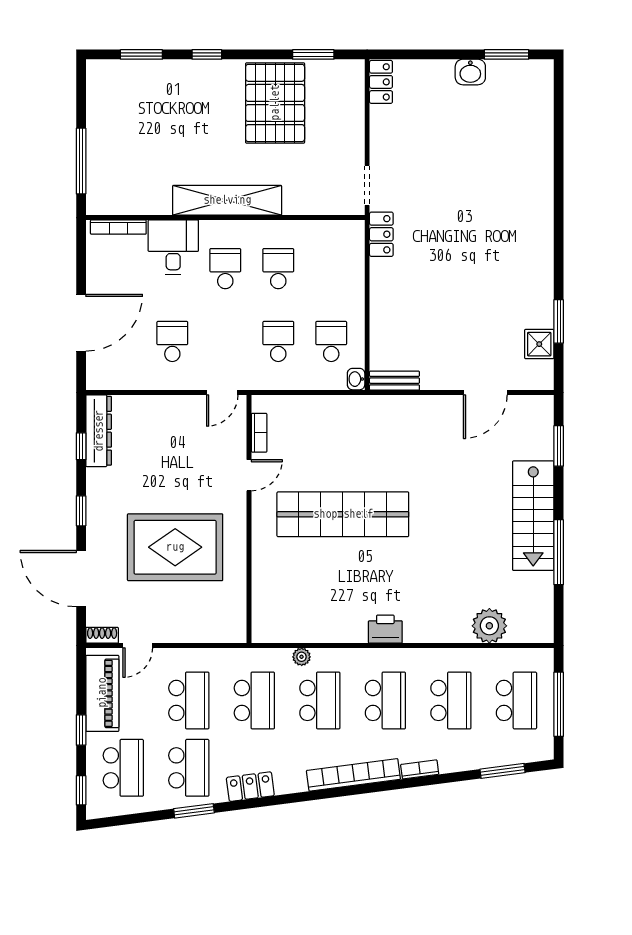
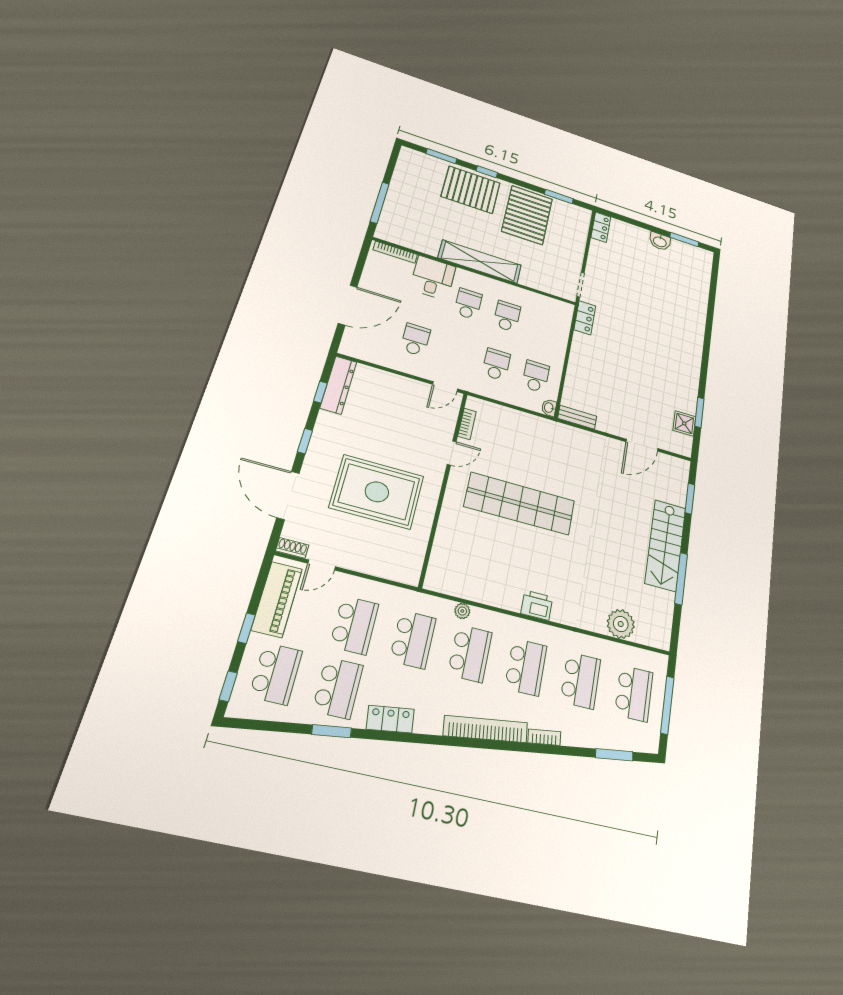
pallet: (192, 93) -> (471, 190), added

